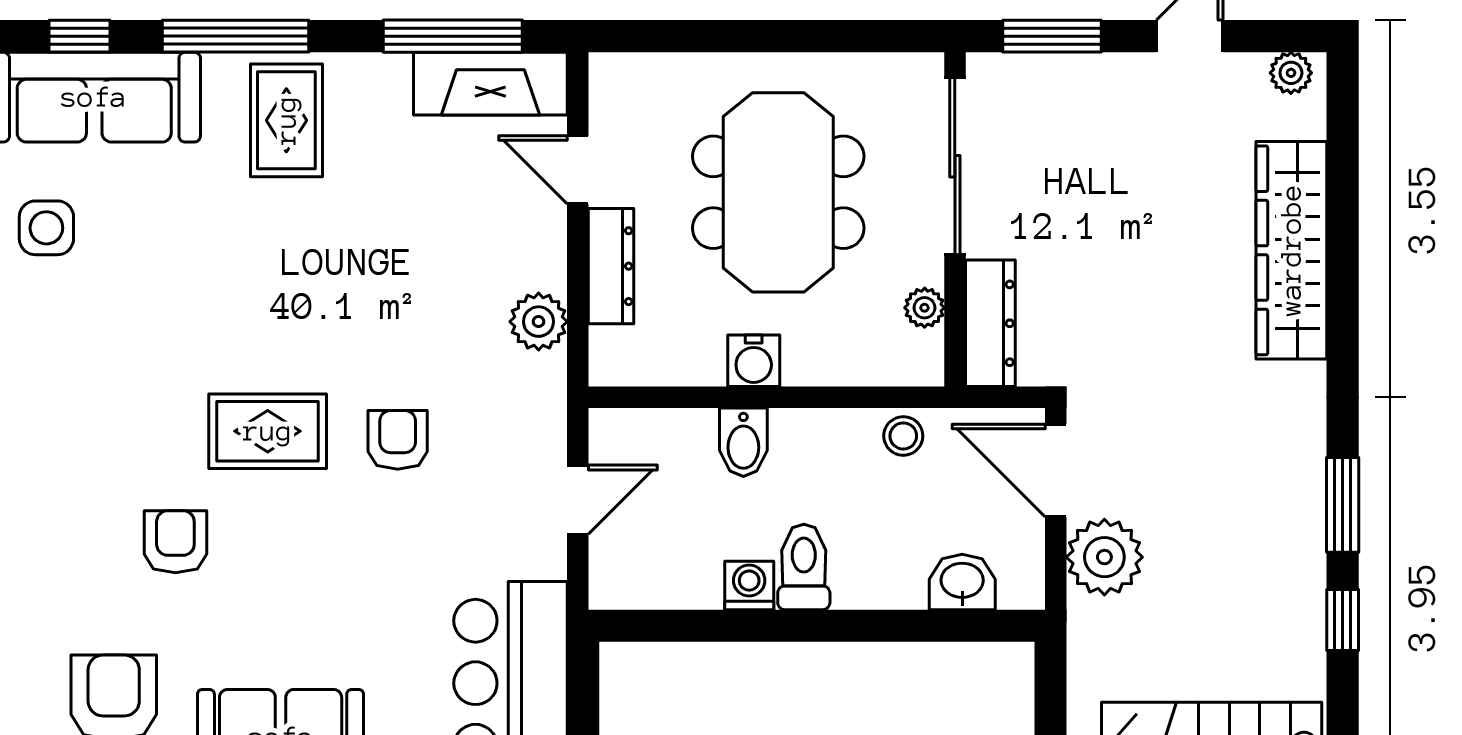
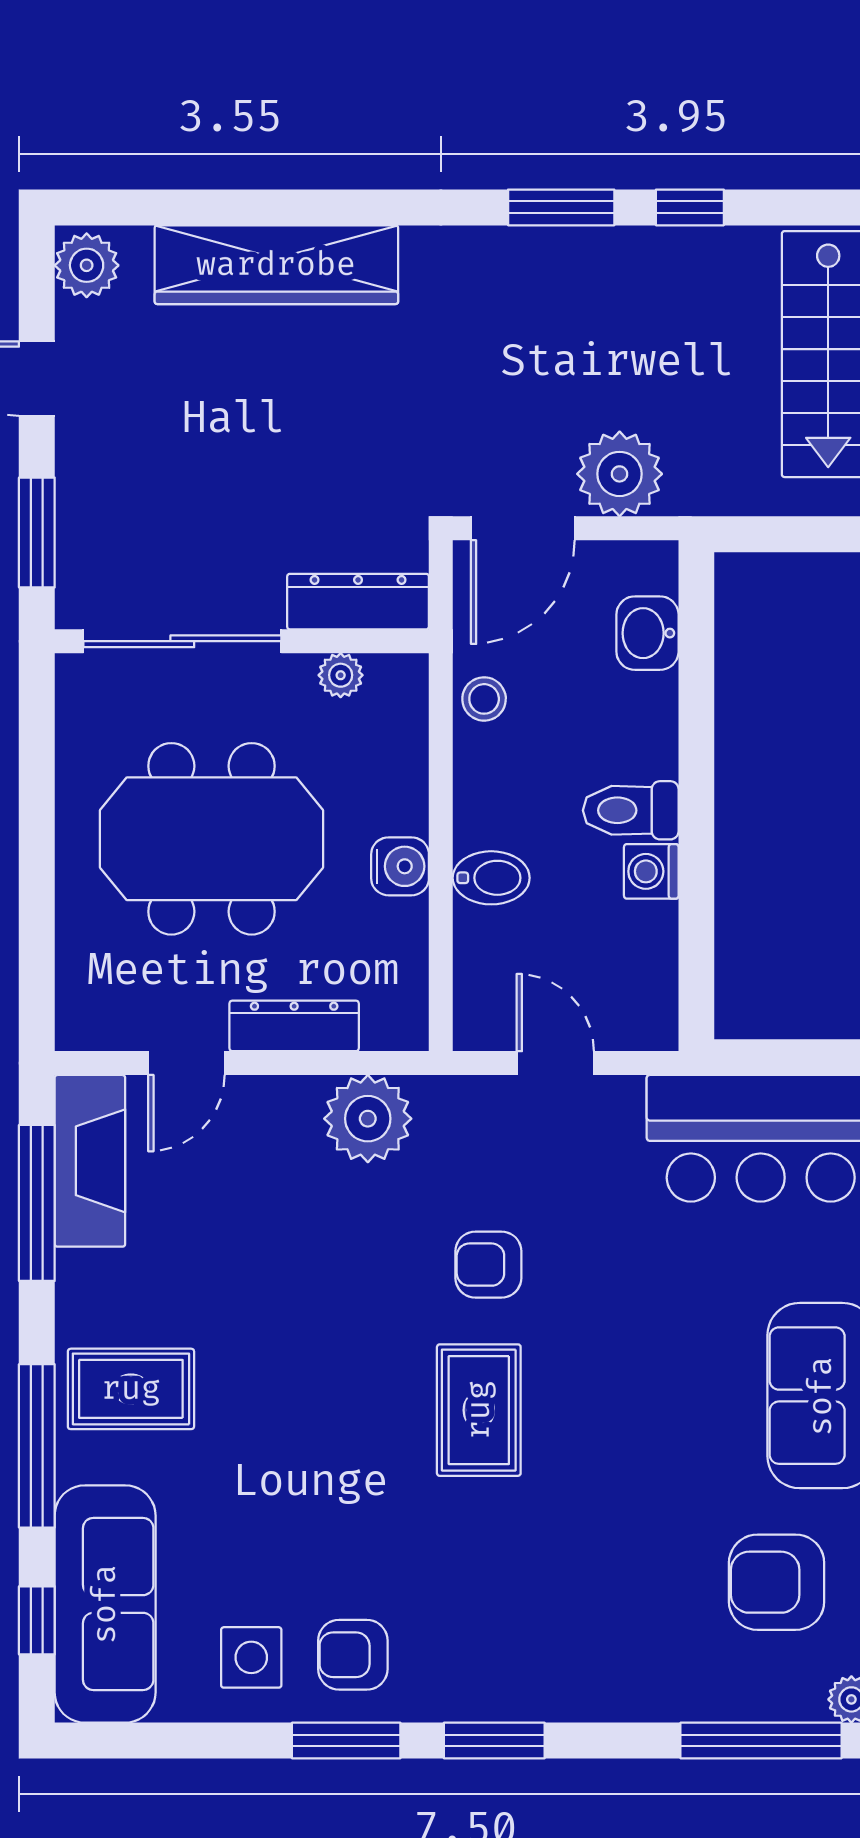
plant: (1291, 73) -> (87, 265), width x1.38, depth x1.38
plant: (539, 322) -> (368, 1119), width x1.36, depth x1.36
armchair: (175, 542) -> (353, 1655), moved

